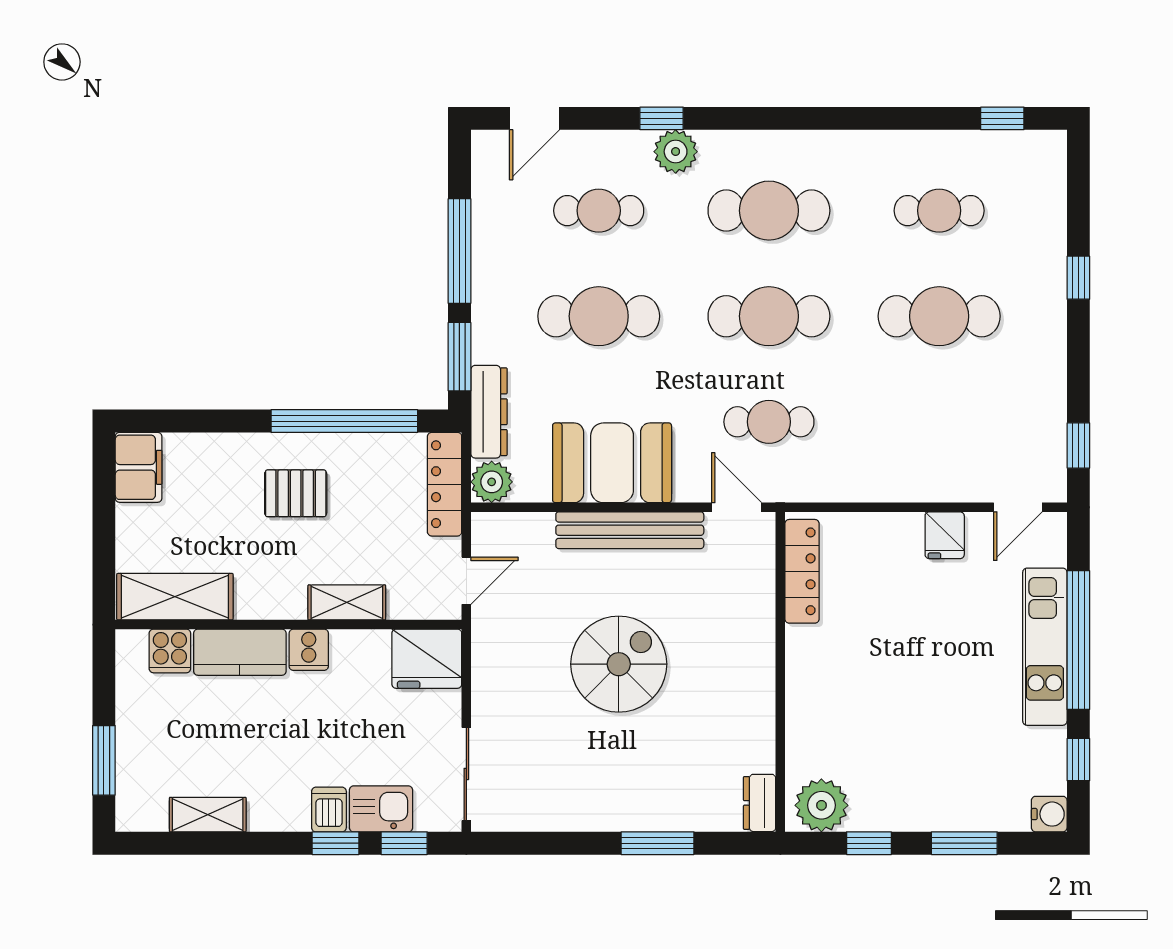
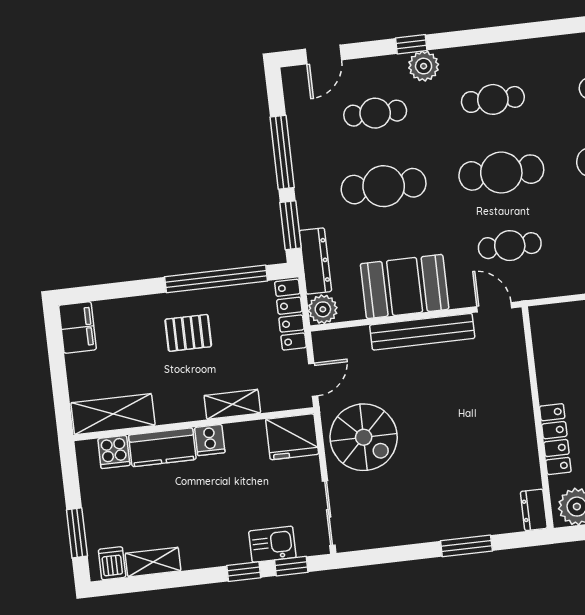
cafe table: (769, 211) -> (493, 99), width x0.73, depth x0.74
locker: (802, 571) -> (555, 439), moved
spiral stairs: (619, 664) -> (364, 437), moved, turned 90
dishwasher: (329, 810) -> (112, 563), moved

